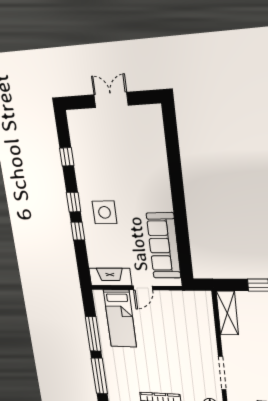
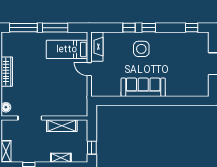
window: (67, 157) -> (192, 28), moved
sofa: (164, 246) -> (143, 87), moved
shelving: (227, 313) -> (62, 126), moved

